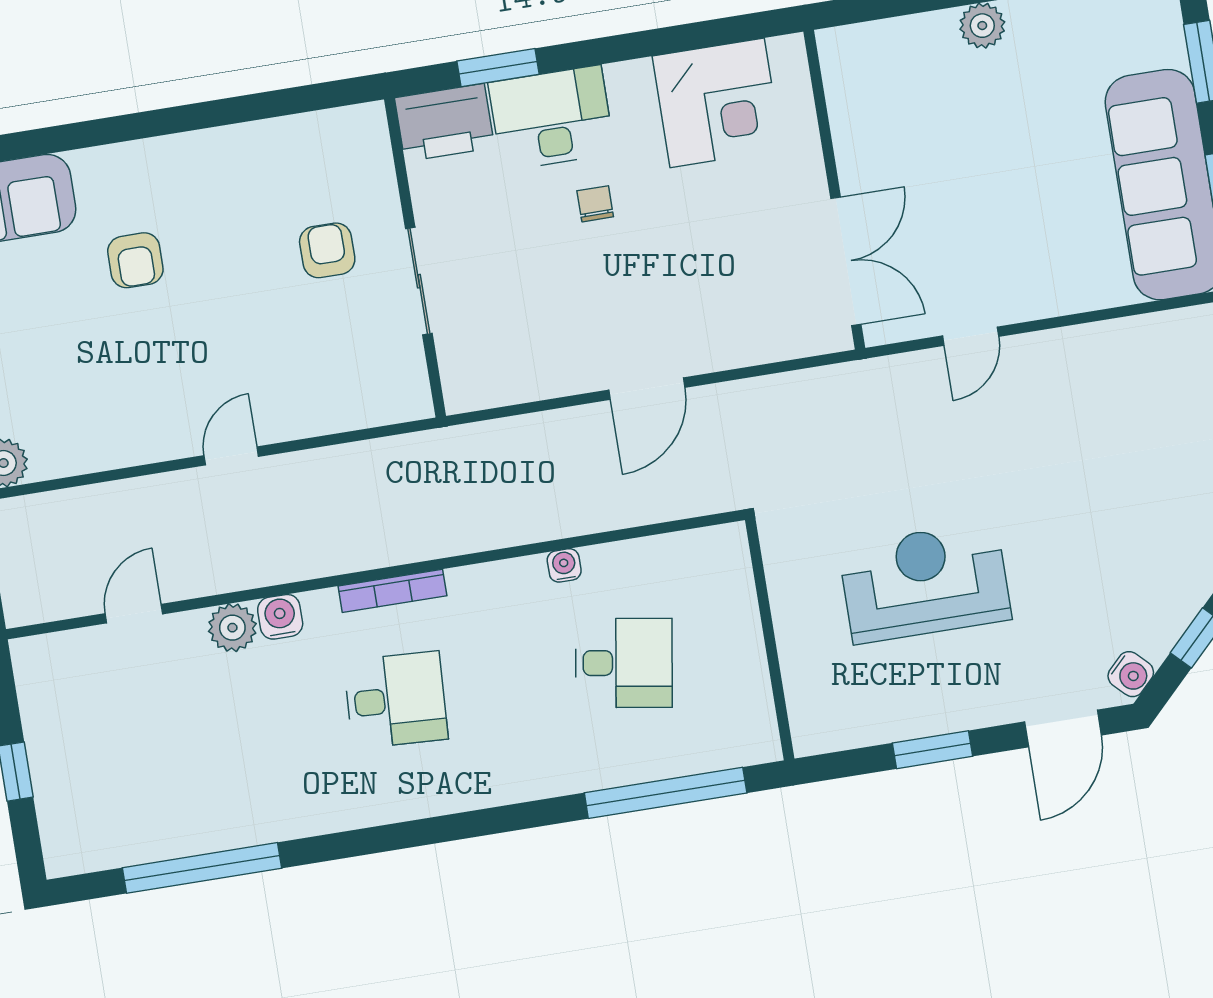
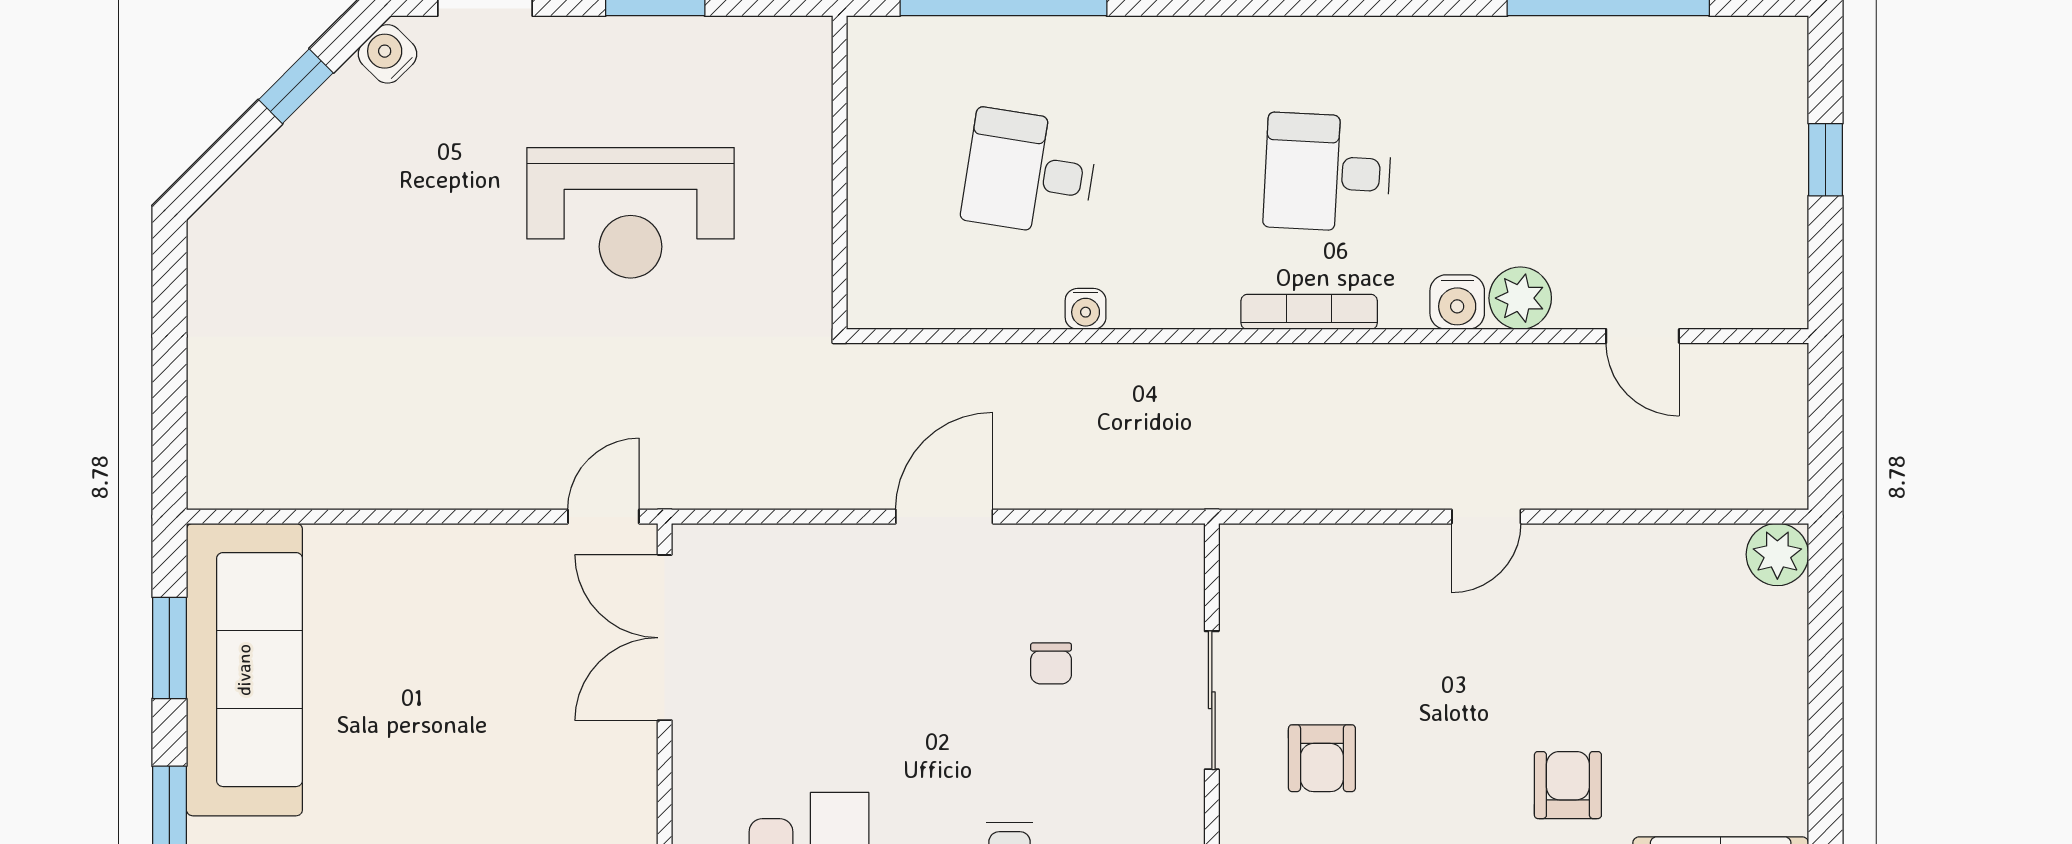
chair: (595, 204) -> (1051, 663), moved
door: (971, 336) -> (603, 517), moved
door: (134, 614) -> (1643, 336), hinge flipped

